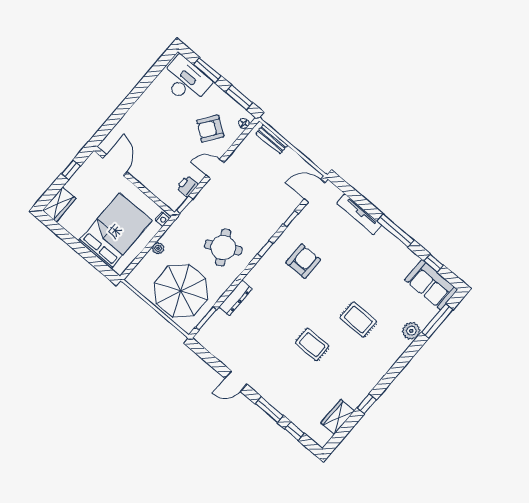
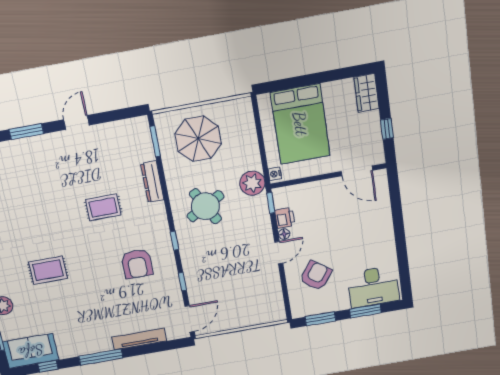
floor lamp: (244, 123) -> (284, 234), moved
bench: (272, 139) -> (263, 318), removed
plant: (158, 248) -> (252, 183), moved, width x1.87, depth x1.87
parasol: (181, 291) -> (198, 139), width x0.73, depth x0.73
rug: (312, 345) -> (103, 207), moved

